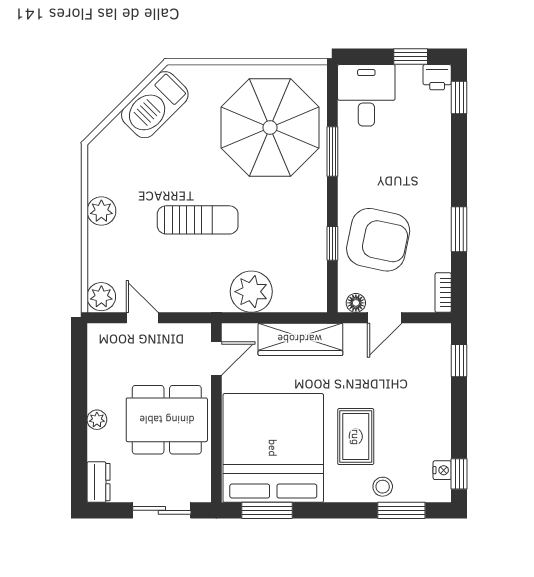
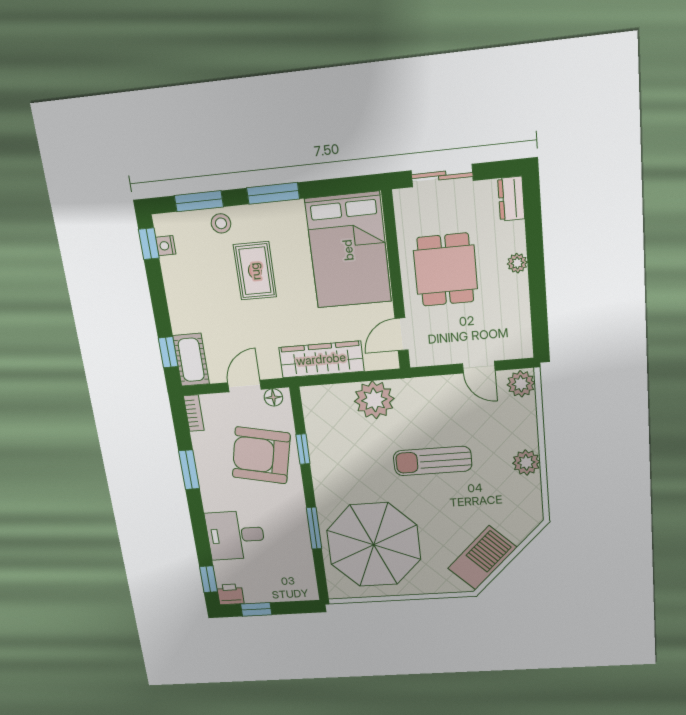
desk: (366, 95) -> (235, 535), moved, turned 90
cot: (436, 351) -> (191, 360), added
dining table: (167, 420) -> (445, 270), width x0.73
bed: (273, 448) -> (348, 250), width x0.73
window: (267, 510) -> (273, 193), moved

